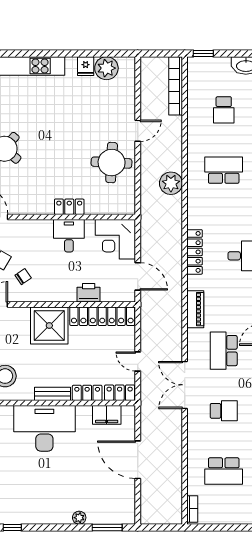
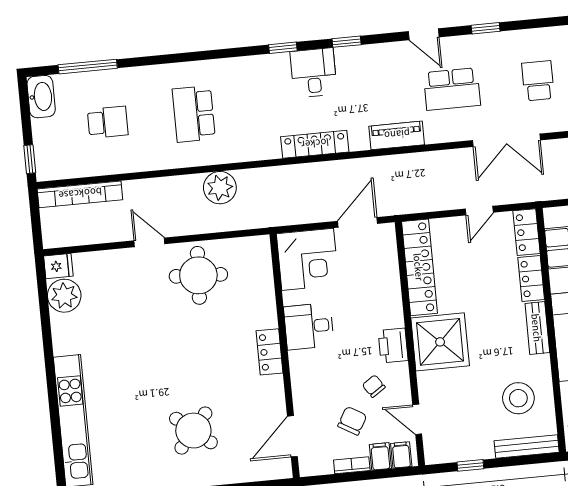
fridge: (86, 66) -> (58, 266), moved
locker: (69, 207) -> (270, 352), moved
printer: (89, 293) -> (393, 346), moved

